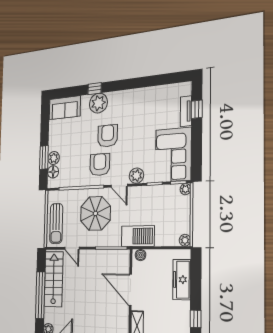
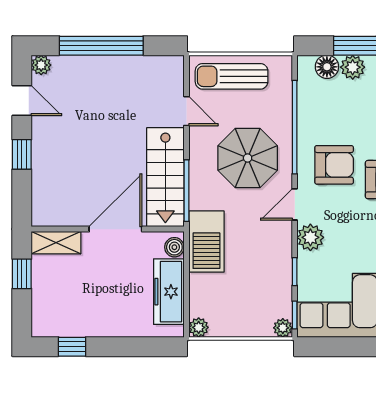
door: (72, 248) -> (186, 111), swing flipped
stairs: (54, 279) -> (165, 177), moved, turned 90
freezer: (182, 280) -> (169, 292), moved, turned -90

